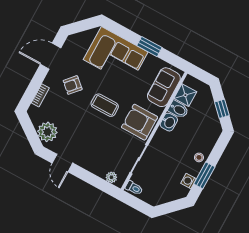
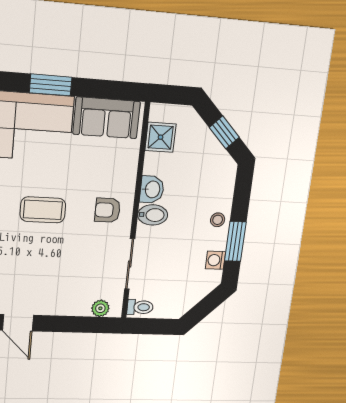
window: (149, 47) -> (51, 85), moved
sofa: (164, 87) -> (107, 118), moved, turned -90
bidet: (178, 109) -> (153, 215), moved
armchair: (140, 122) -> (108, 210), width x0.53, depth x0.53

